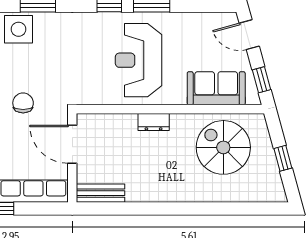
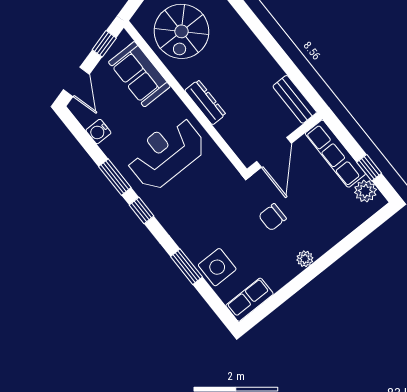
water cooler: (197, 21) -> (98, 132), added
reception desk: (138, 60) -> (166, 153), turned 180
dresser: (154, 122) -> (205, 102), width x1.44

